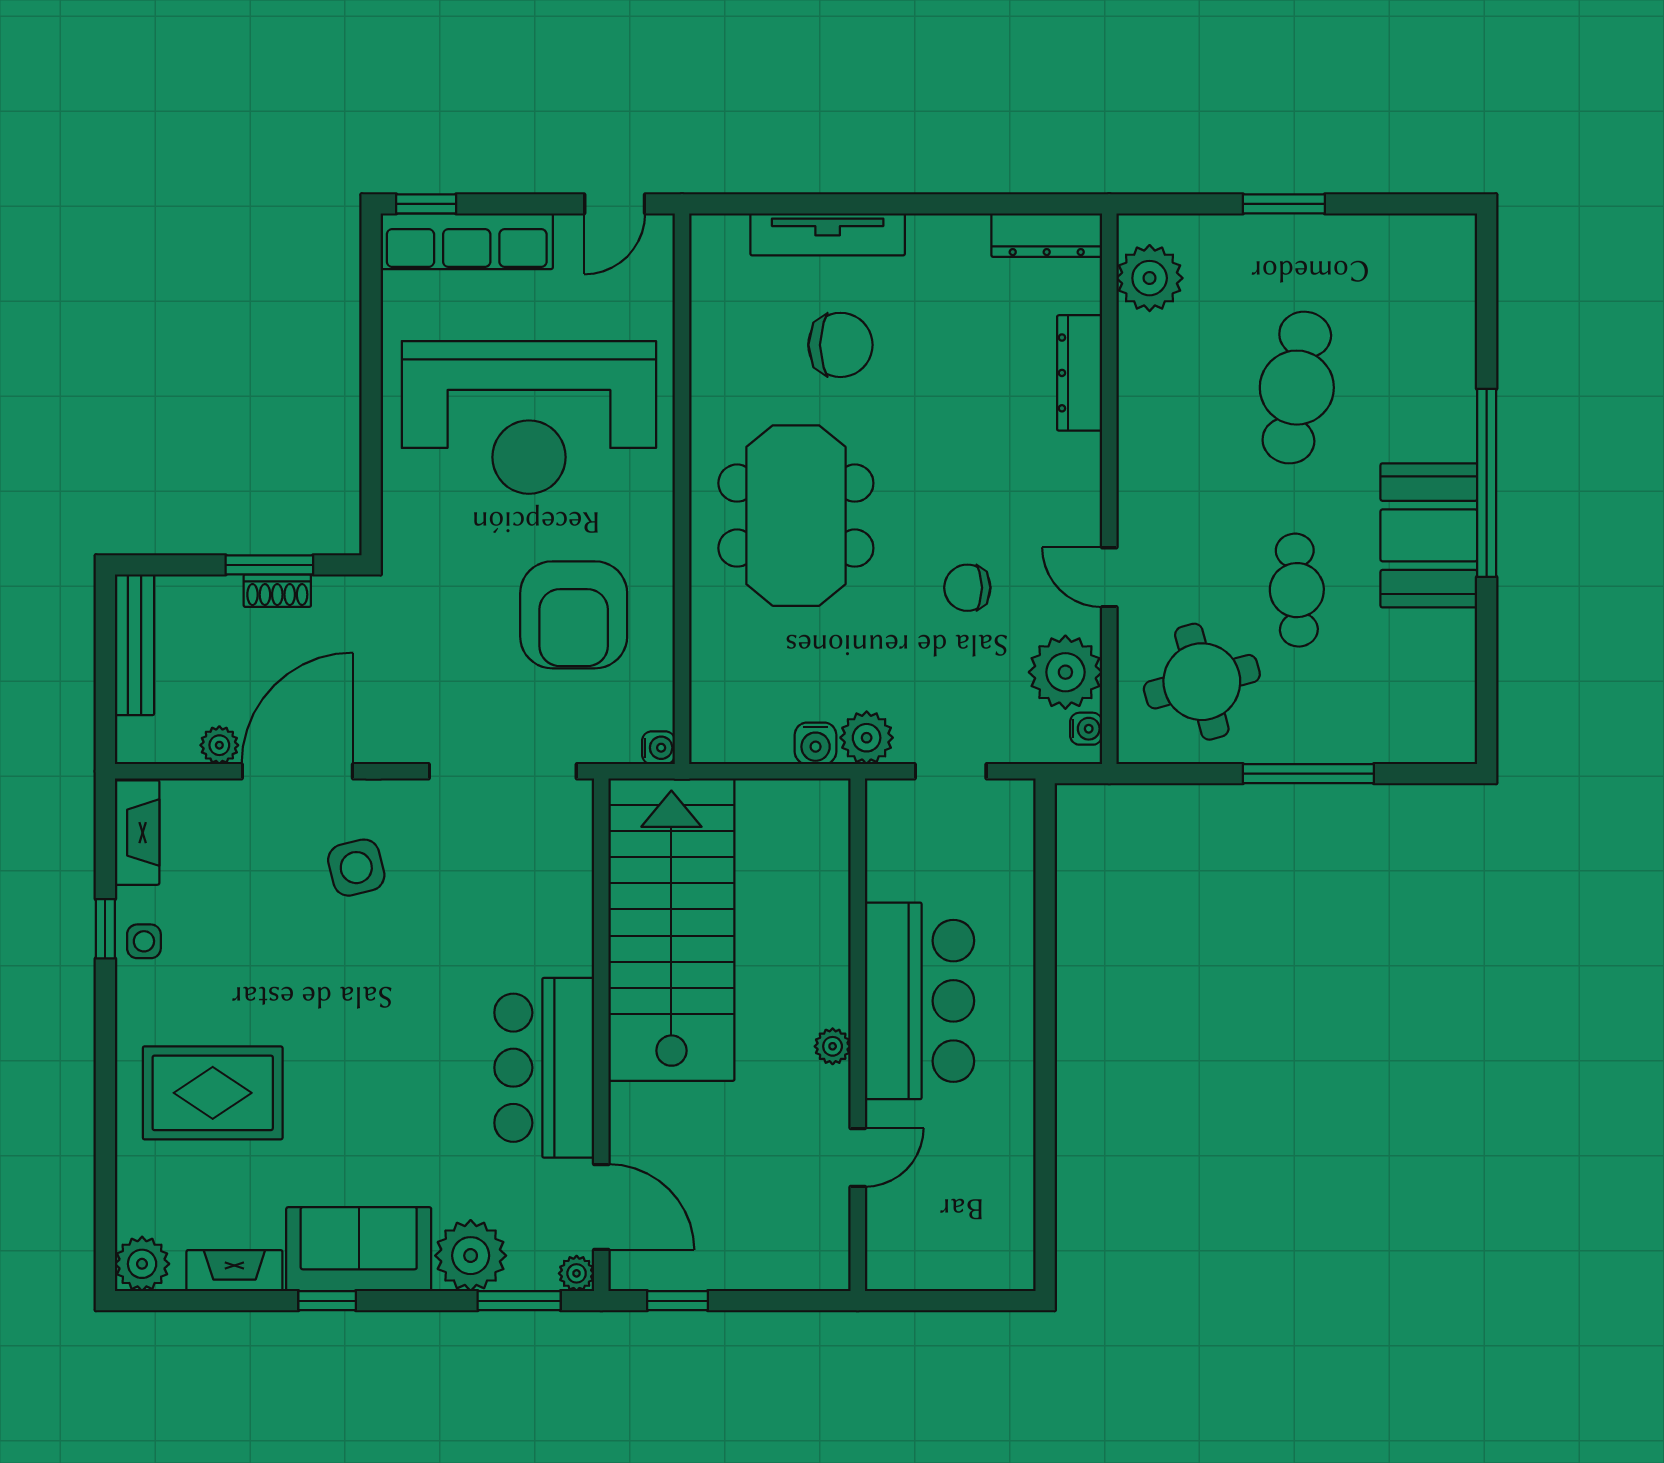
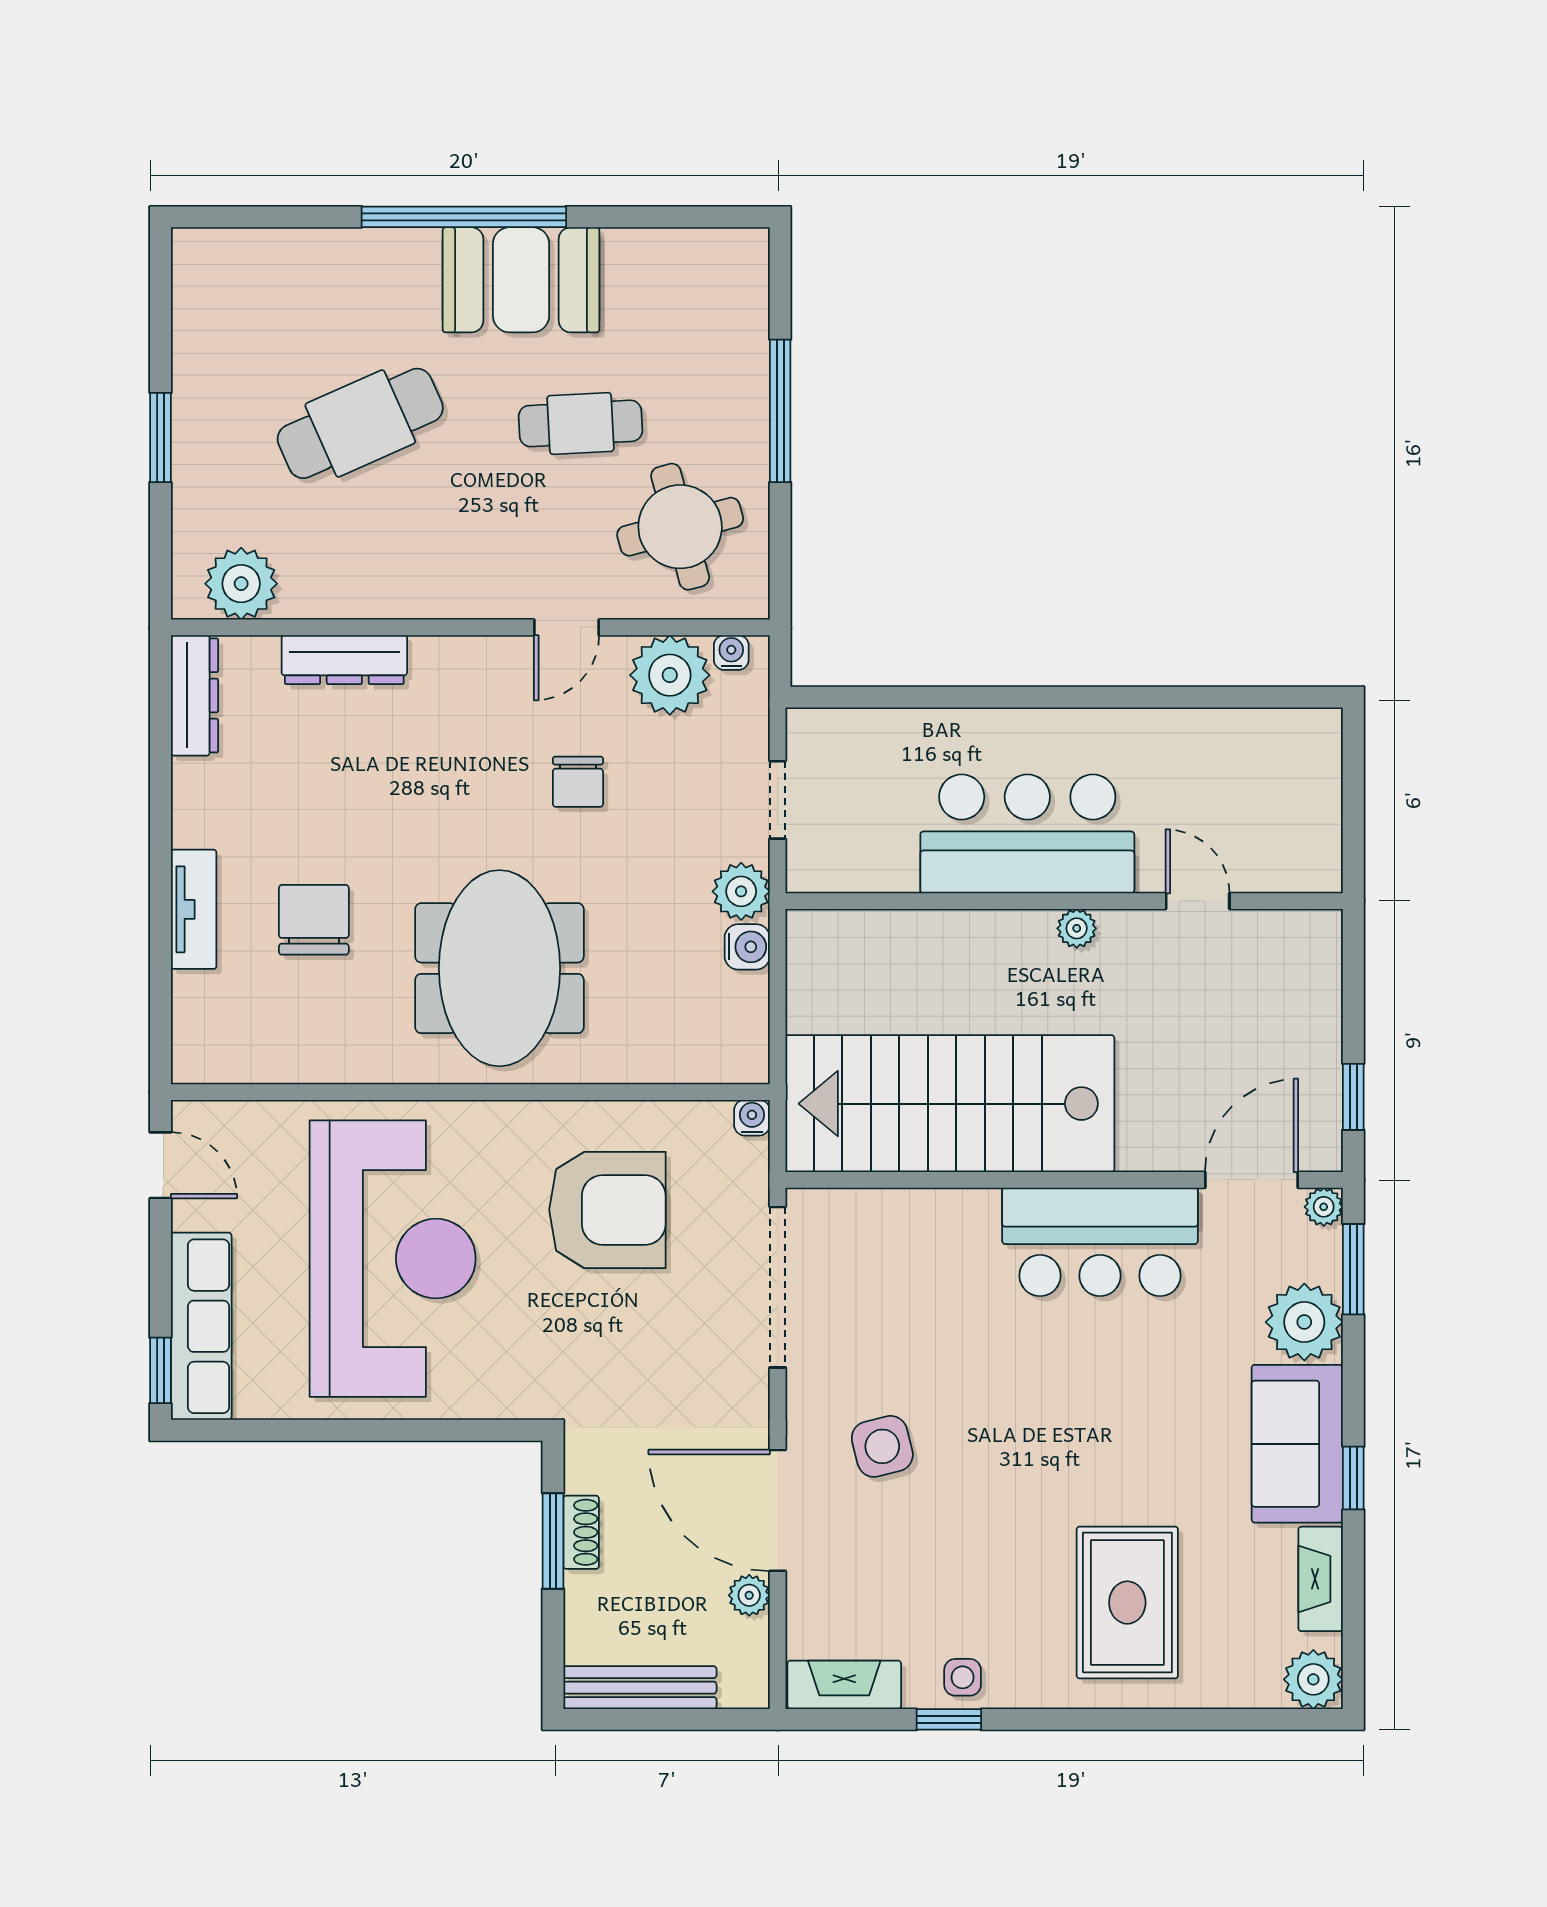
tv unit: (828, 234) -> (194, 909), width x0.71
cafe table: (1297, 388) -> (360, 423), turned -33
meeting table: (796, 516) -> (499, 968), turned 90

